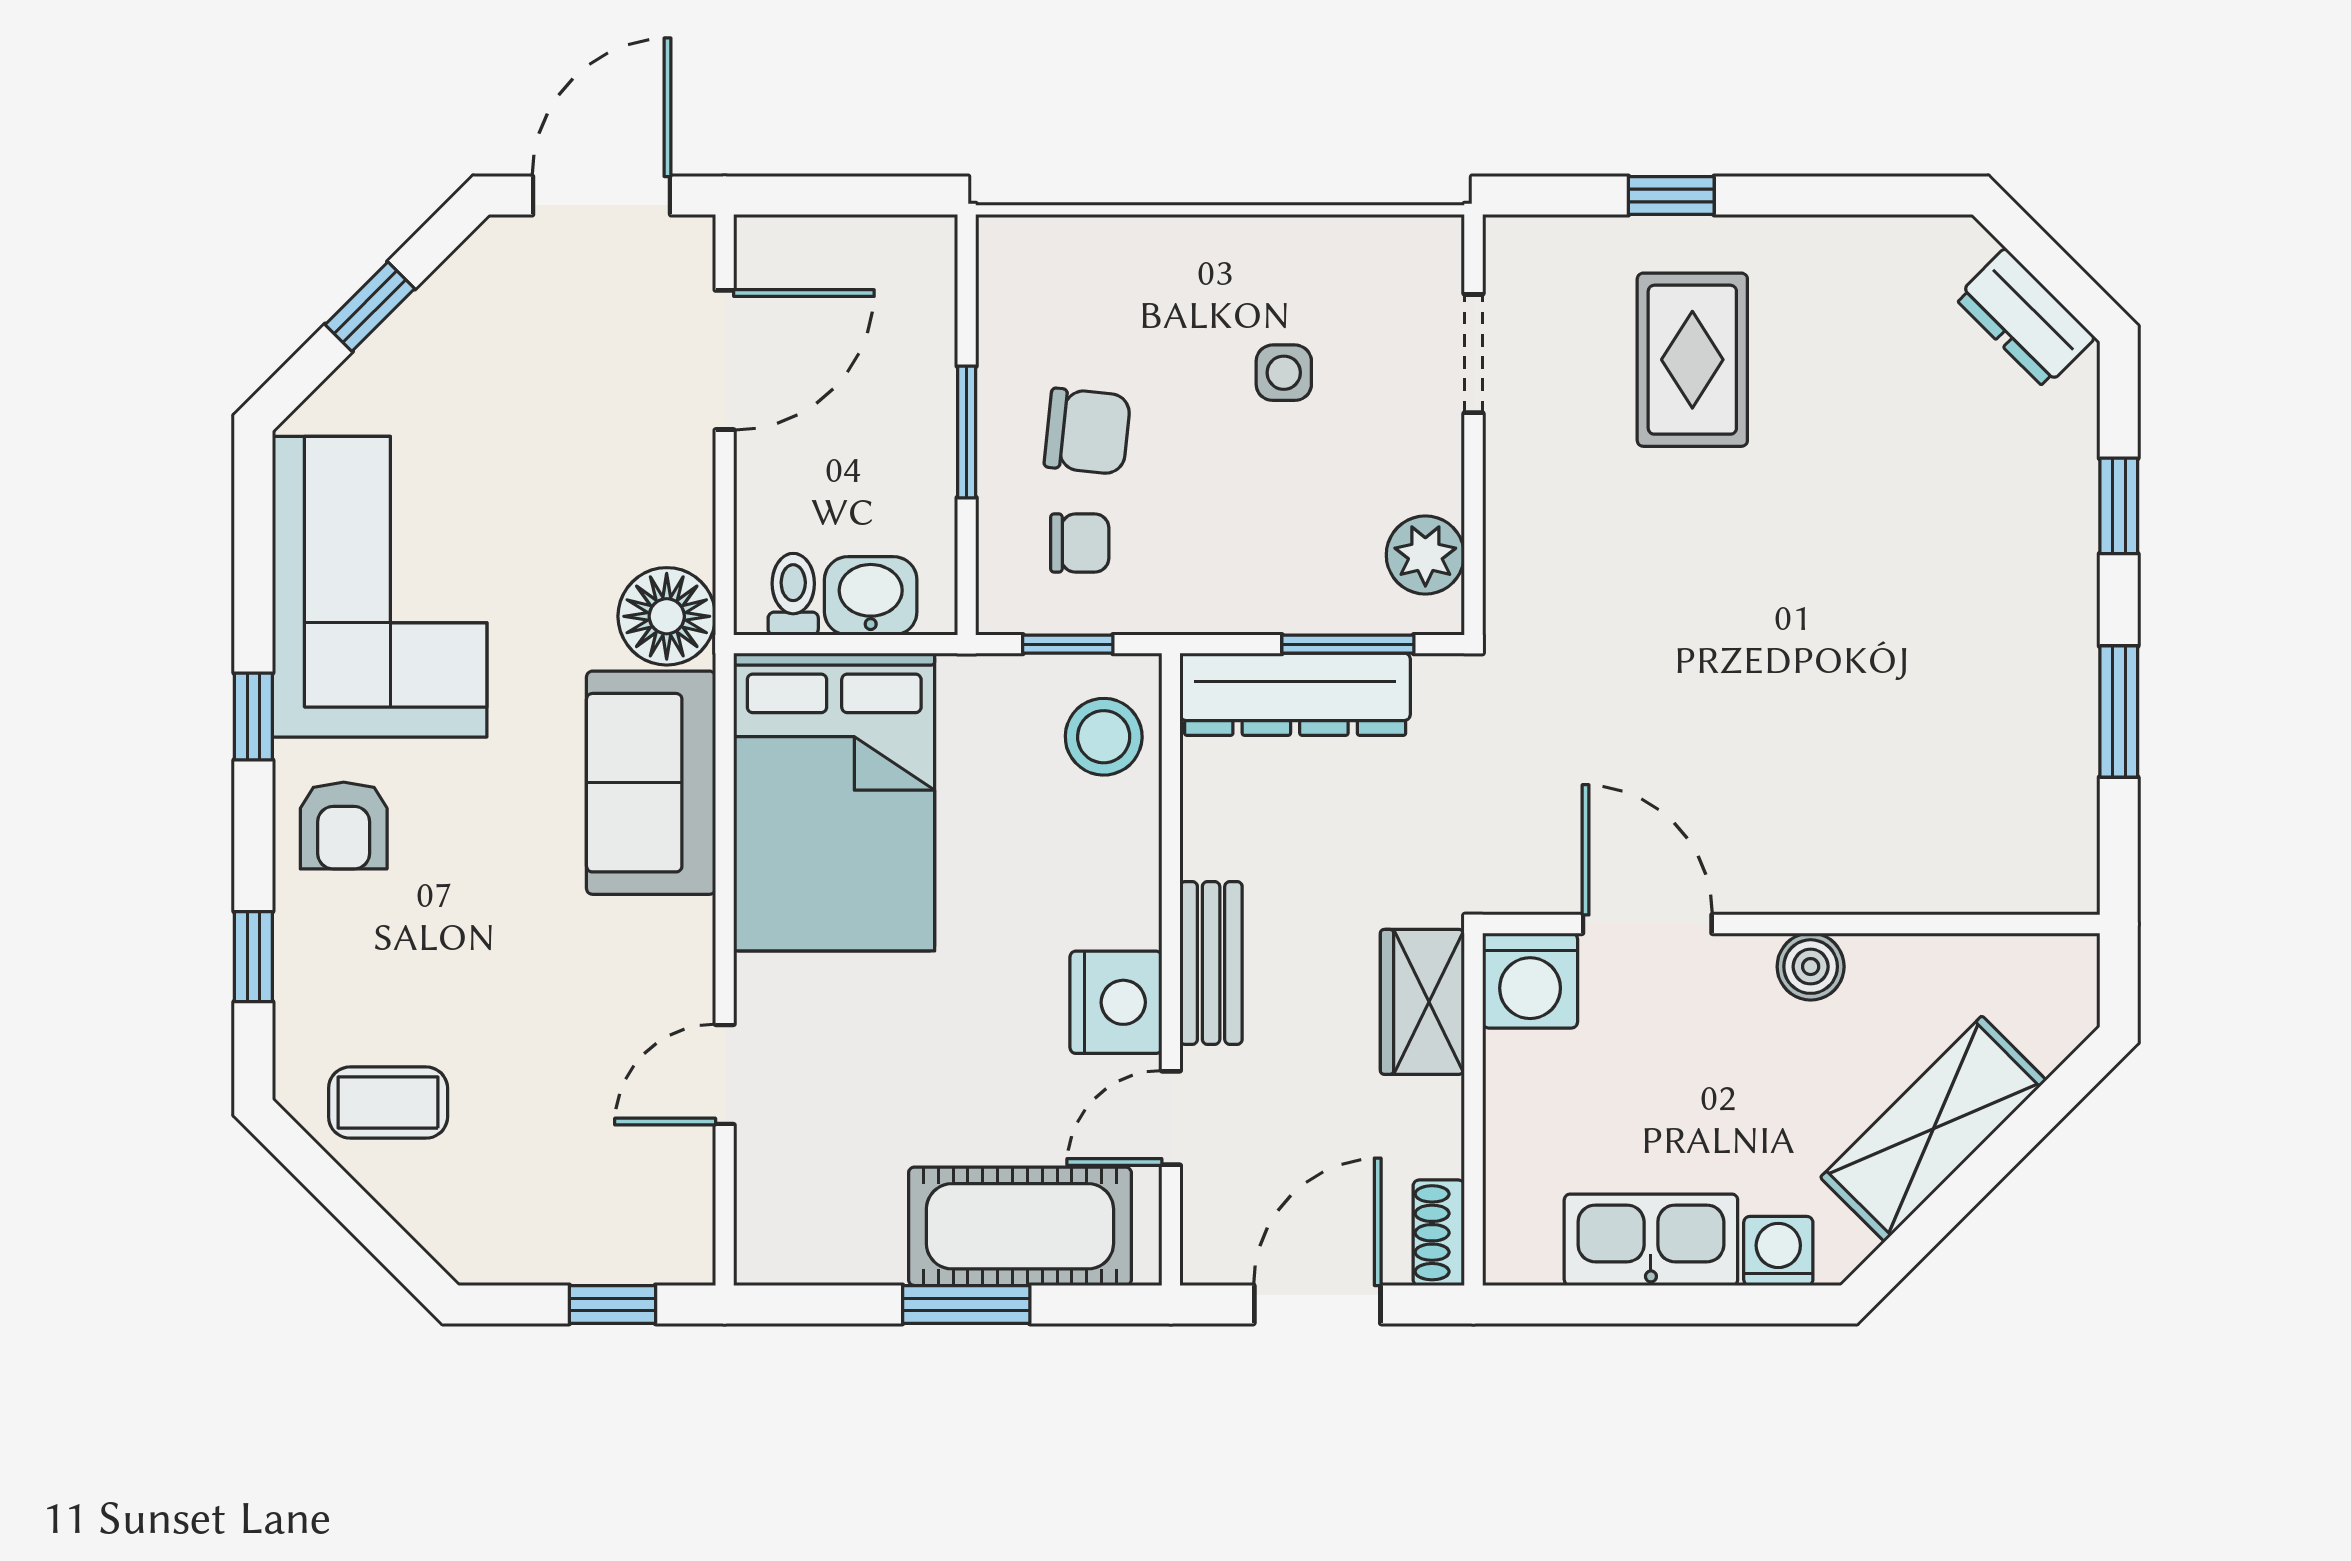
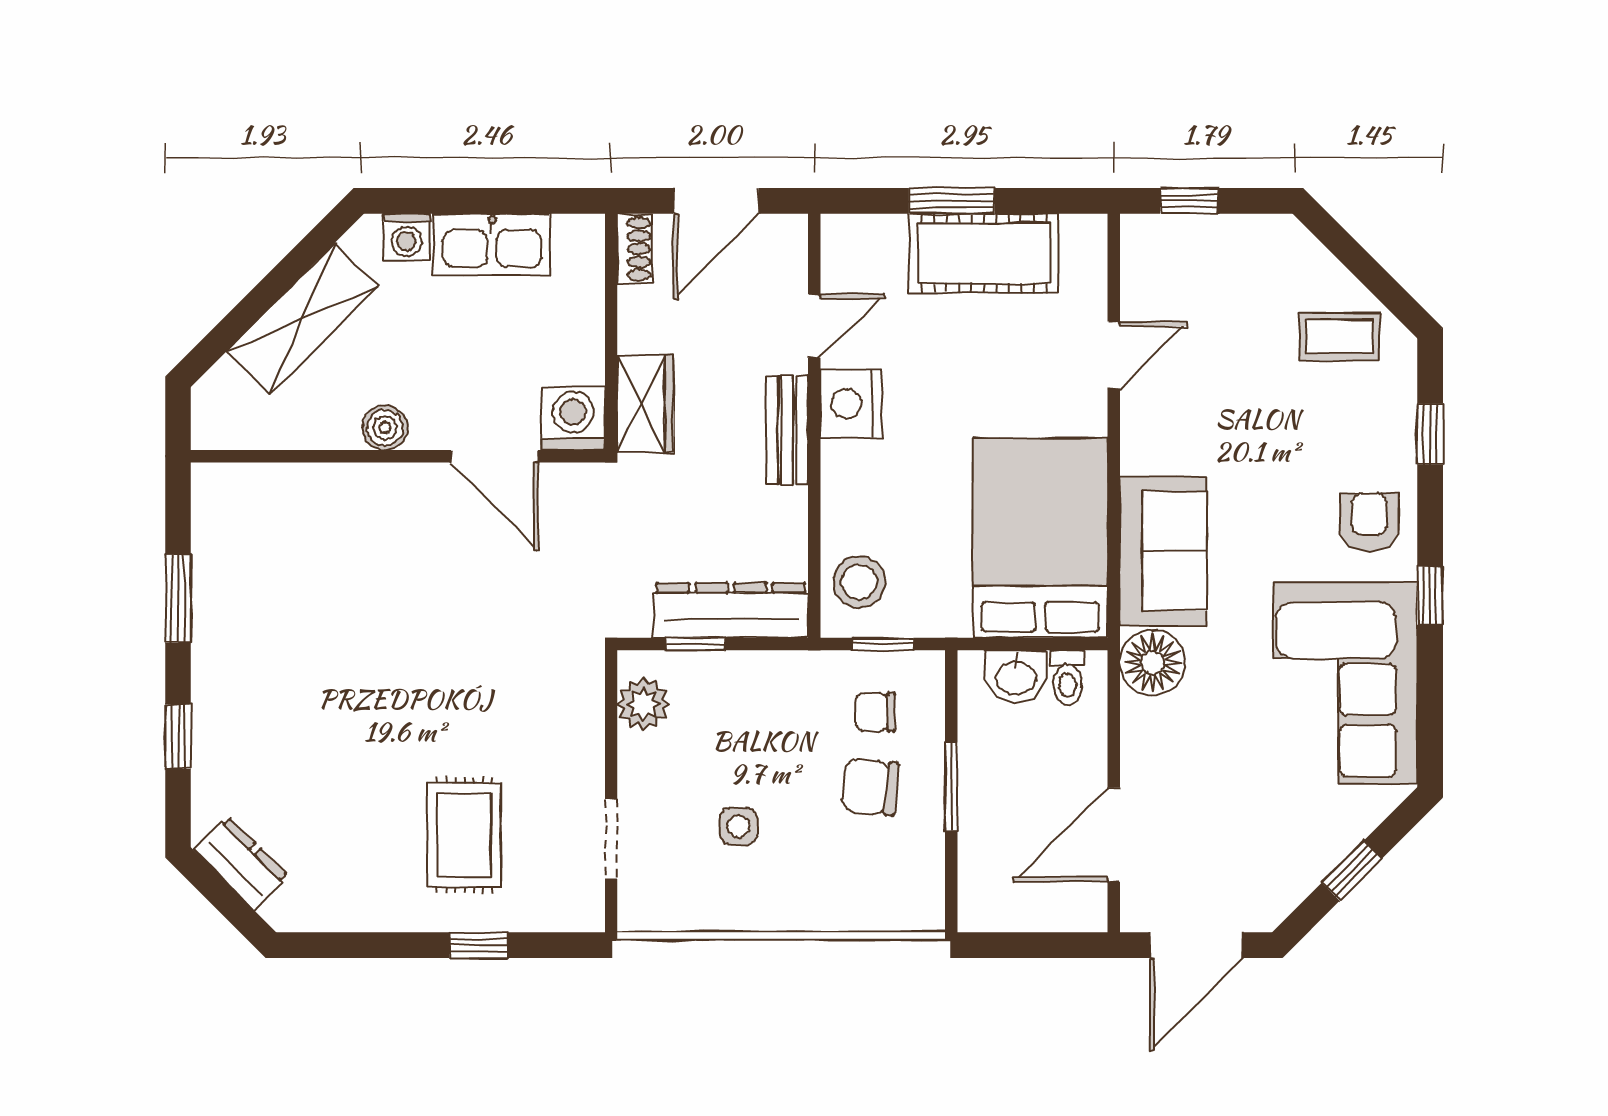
window: (1348, 644) -> (695, 644), width x0.67
cot: (1020, 1226) -> (984, 253), moved

